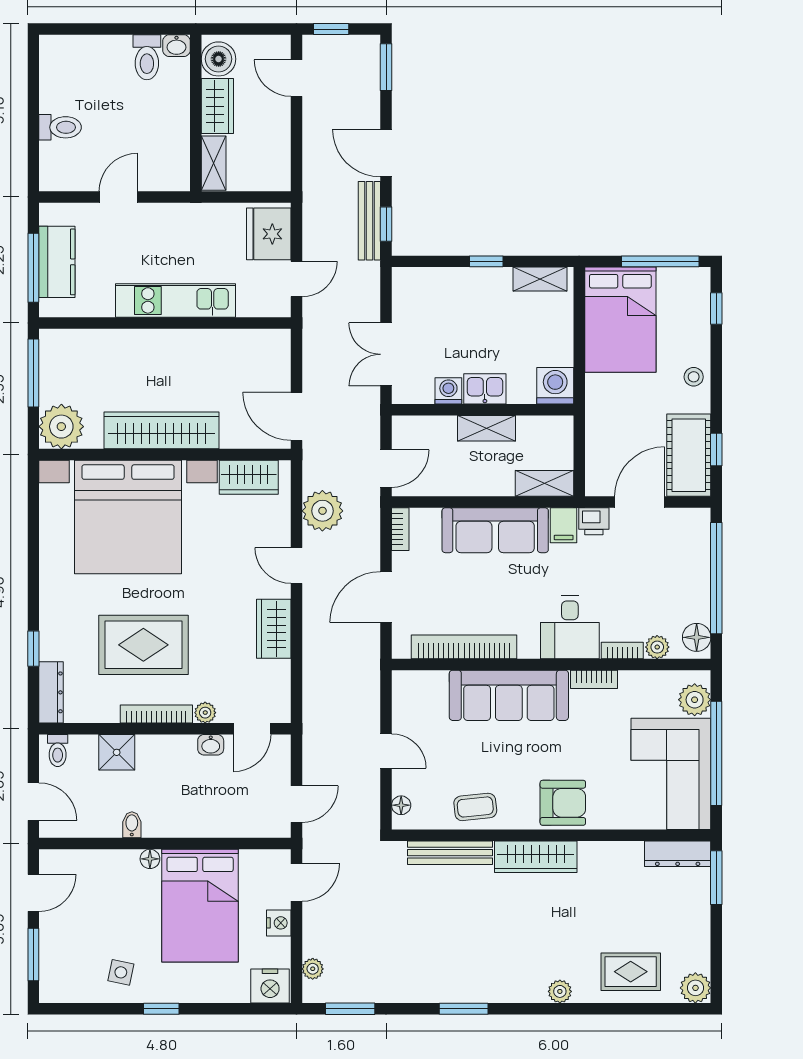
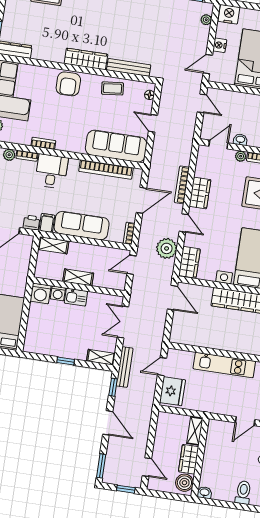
toilet: (147, 57) -> (243, 492), moved
bench: (369, 221) -> (125, 367), moved
shelving: (540, 279) -> (101, 357), moved
double door: (386, 354) -> (123, 322), swing flipped
washing machine: (448, 391) -> (58, 293), moved
wardrobe: (249, 477) -> (189, 262), moved, turned 90
bookcase: (311, 639) -> (182, 185), added
sofa: (509, 695) -> (116, 146), moved
armchair: (563, 803) -> (68, 84), turned -90
door: (296, 804) -> (202, 103), swing flipped

